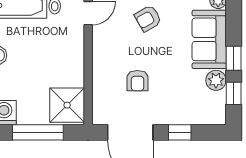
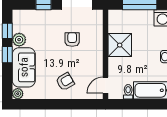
shower: (67, 105) -> (120, 45), moved

